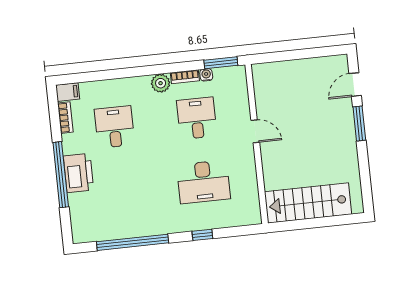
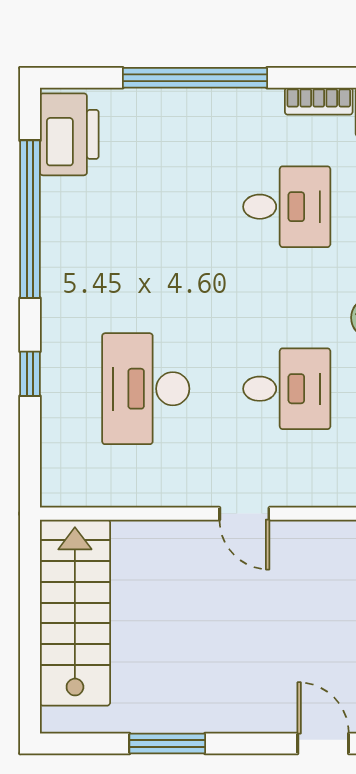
window: (359, 124) -> (167, 743), moved
door: (255, 131) -> (244, 514), hinge flipped
printer: (79, 173) -> (69, 134), moved, turned -90

